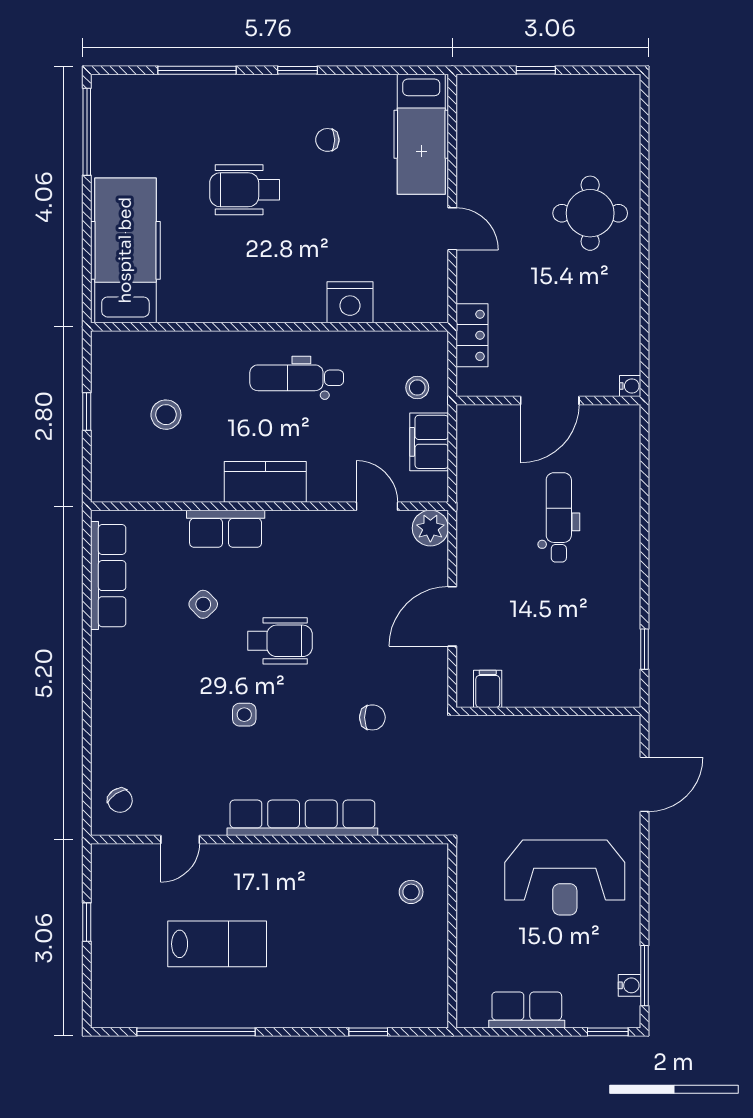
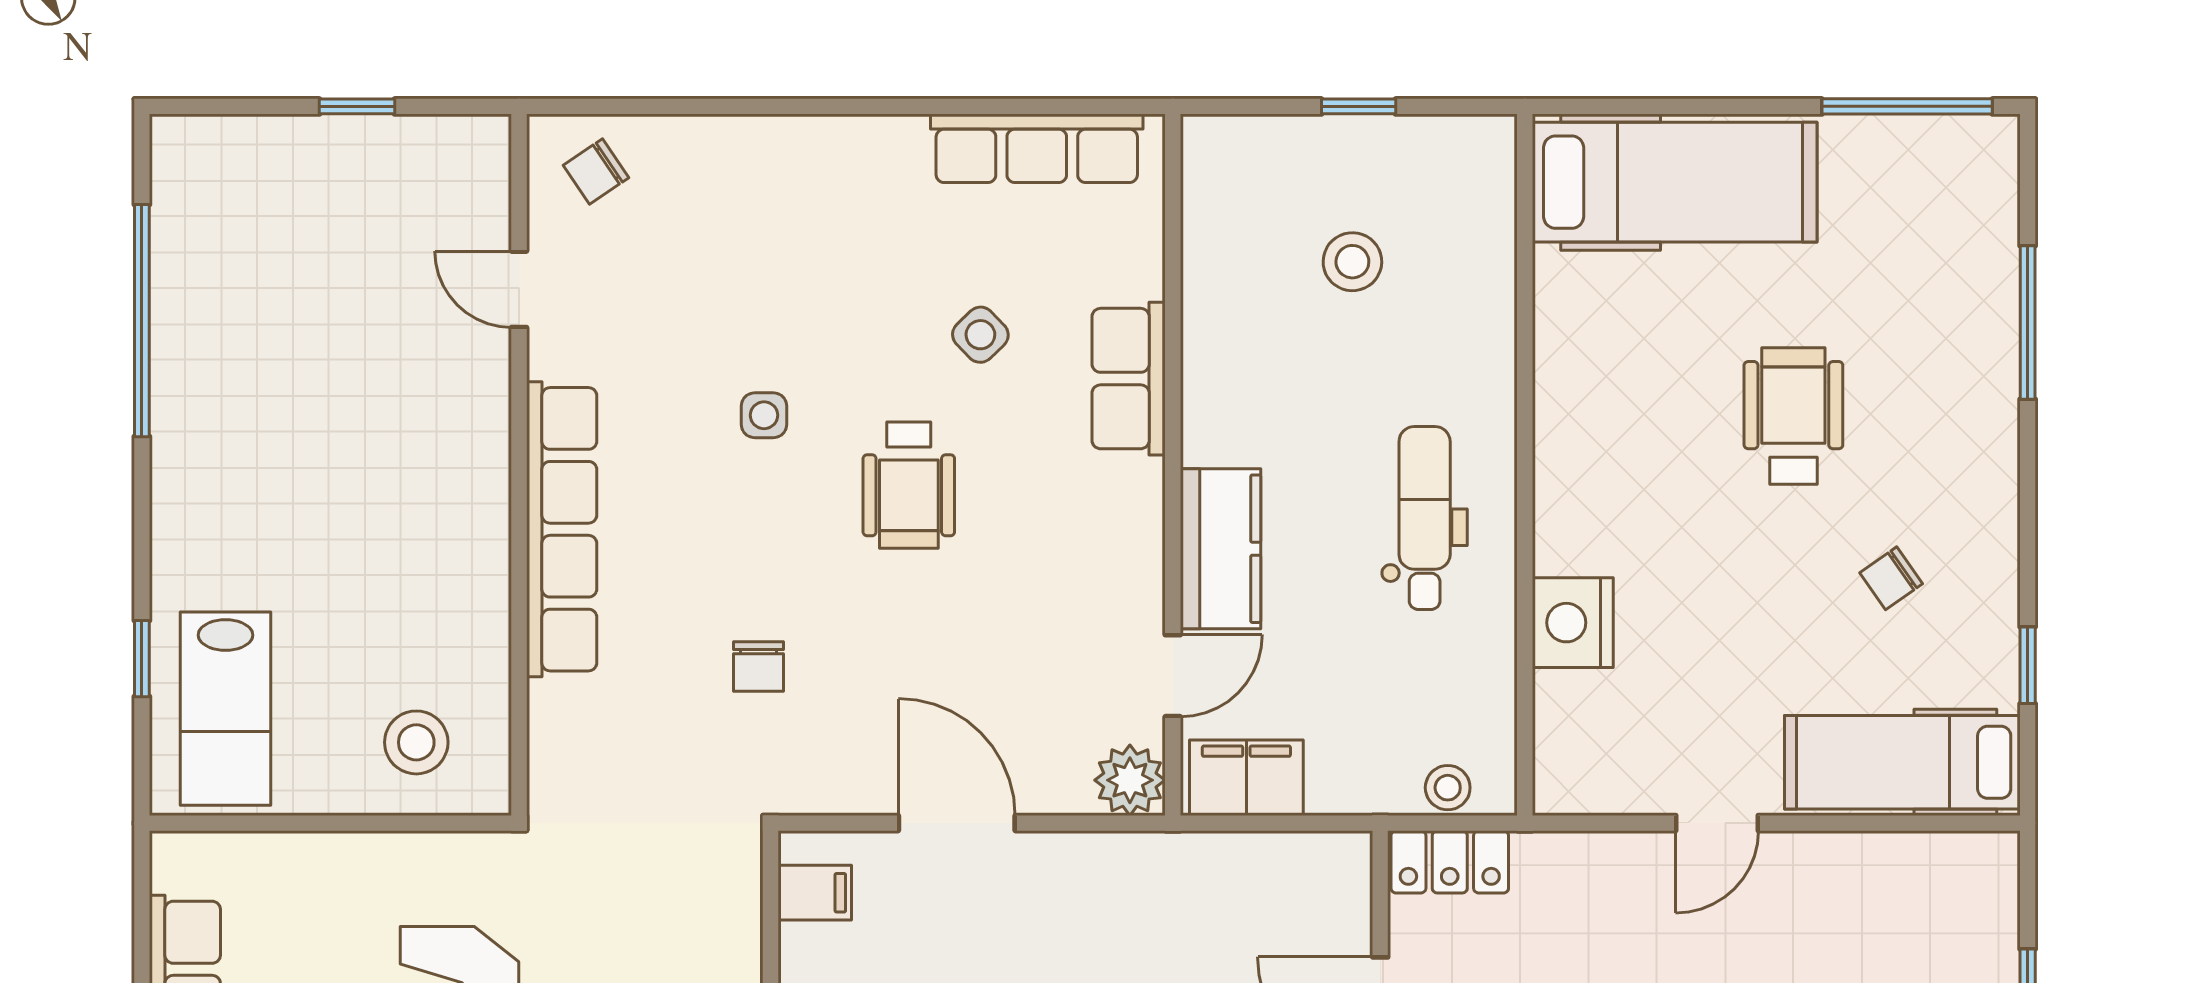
window: (297, 70) -> (2028, 665), moved
chair: (327, 140) -> (1891, 578), turned -125
locker: (472, 335) -> (1450, 862), moved
stool: (417, 388) -> (1448, 788), moved
filing cabinet: (429, 442) -> (1246, 778), moved
kitchen counter: (265, 482) -> (1220, 549), moved
stool: (411, 892) -> (416, 742), width x1.37, depth x1.37
lab bench: (217, 944) -> (226, 709), moved

